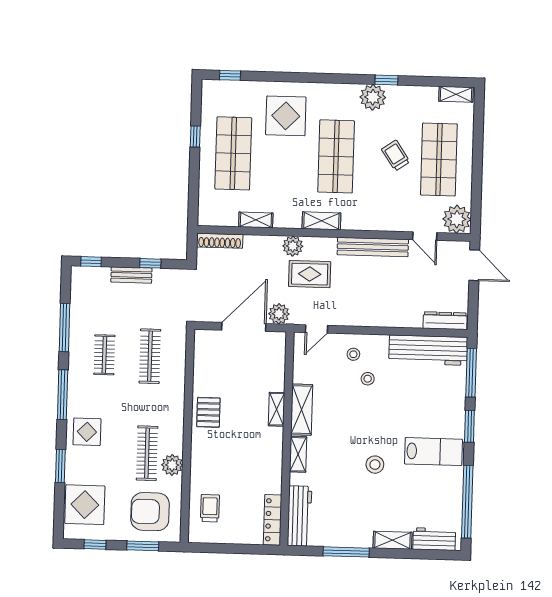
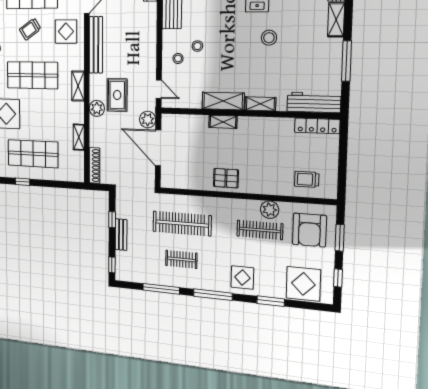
display table: (391, 206) -> (66, 31), added
clothes rail: (150, 356) -> (182, 224), width x1.37, depth x1.31

